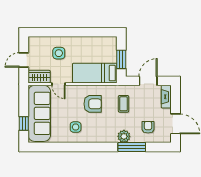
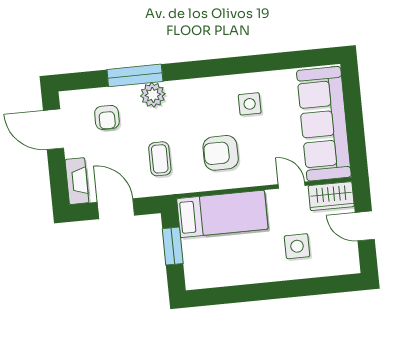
door: (24, 60) -> (365, 226), swing flipped
door: (148, 81) -> (116, 209), swing flipped
window: (24, 124) -> (352, 101), removed

